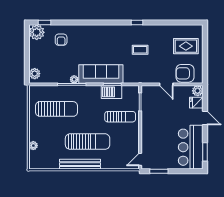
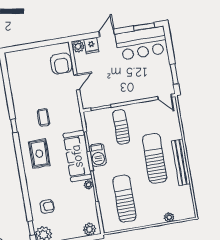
rug: (186, 46) -> (39, 154), moved
barbecue: (112, 92) -> (98, 155), moved

